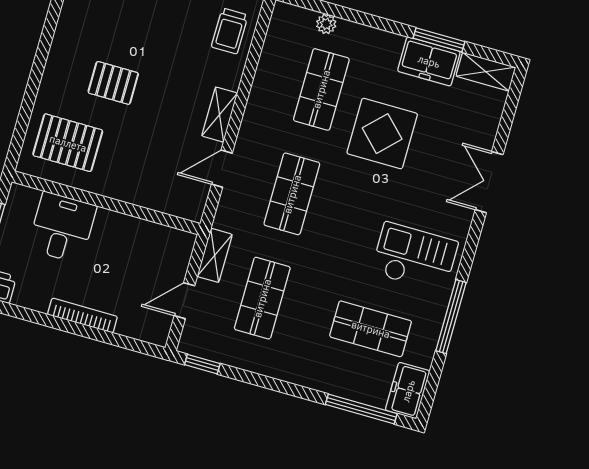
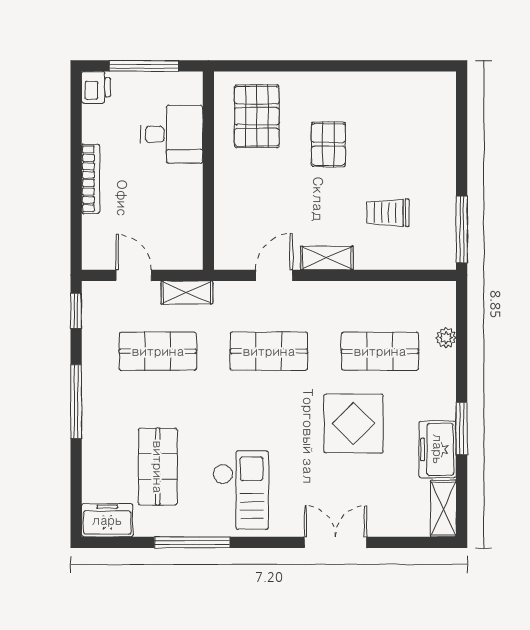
trolley: (230, 31) -> (388, 213), moved
window: (439, 40) -> (462, 428), moved
door: (222, 169) -> (274, 275), hinge flipped
window: (361, 409) -> (76, 402), moved

